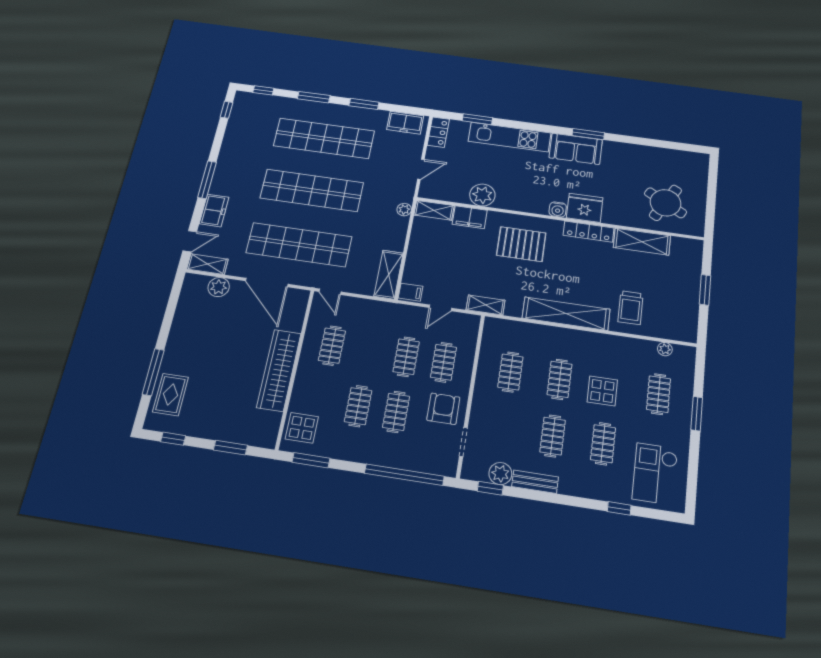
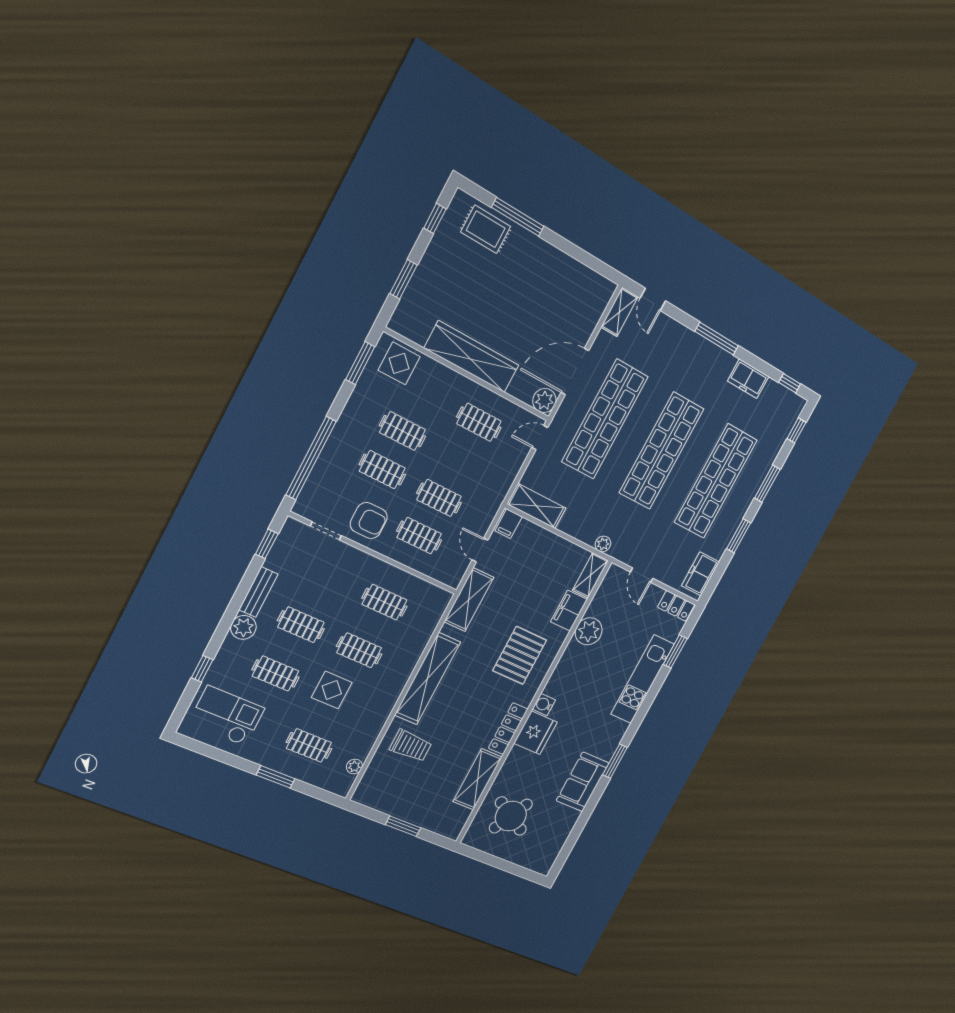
sofa: (576, 149) -> (583, 782), moved
freezer: (214, 210) -> (748, 379), moved
plant: (219, 287) -> (544, 401), moved
shelving: (486, 305) -> (469, 600), width x1.50, depth x1.33
trolley: (630, 308) -> (411, 746), turned 180
plant: (500, 474) -> (243, 627), moved

